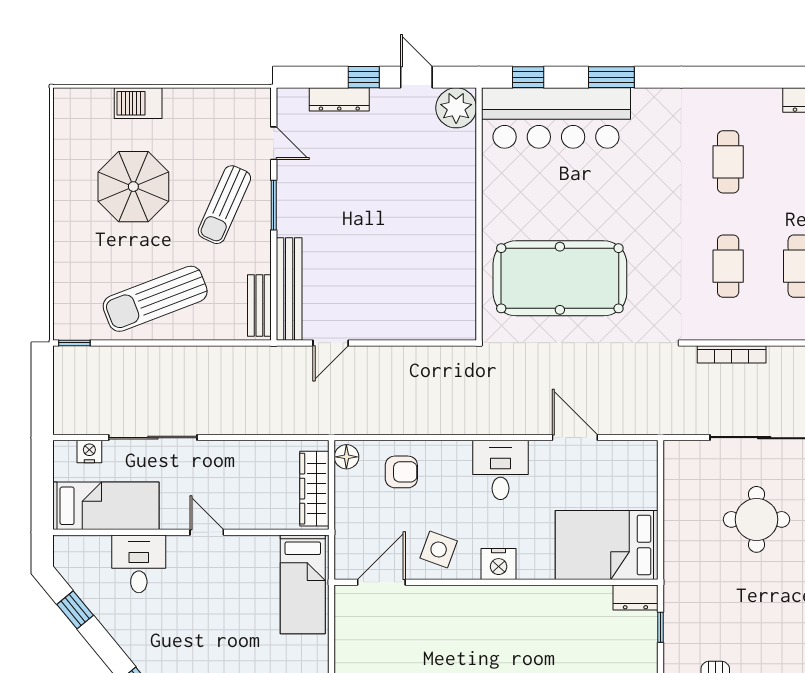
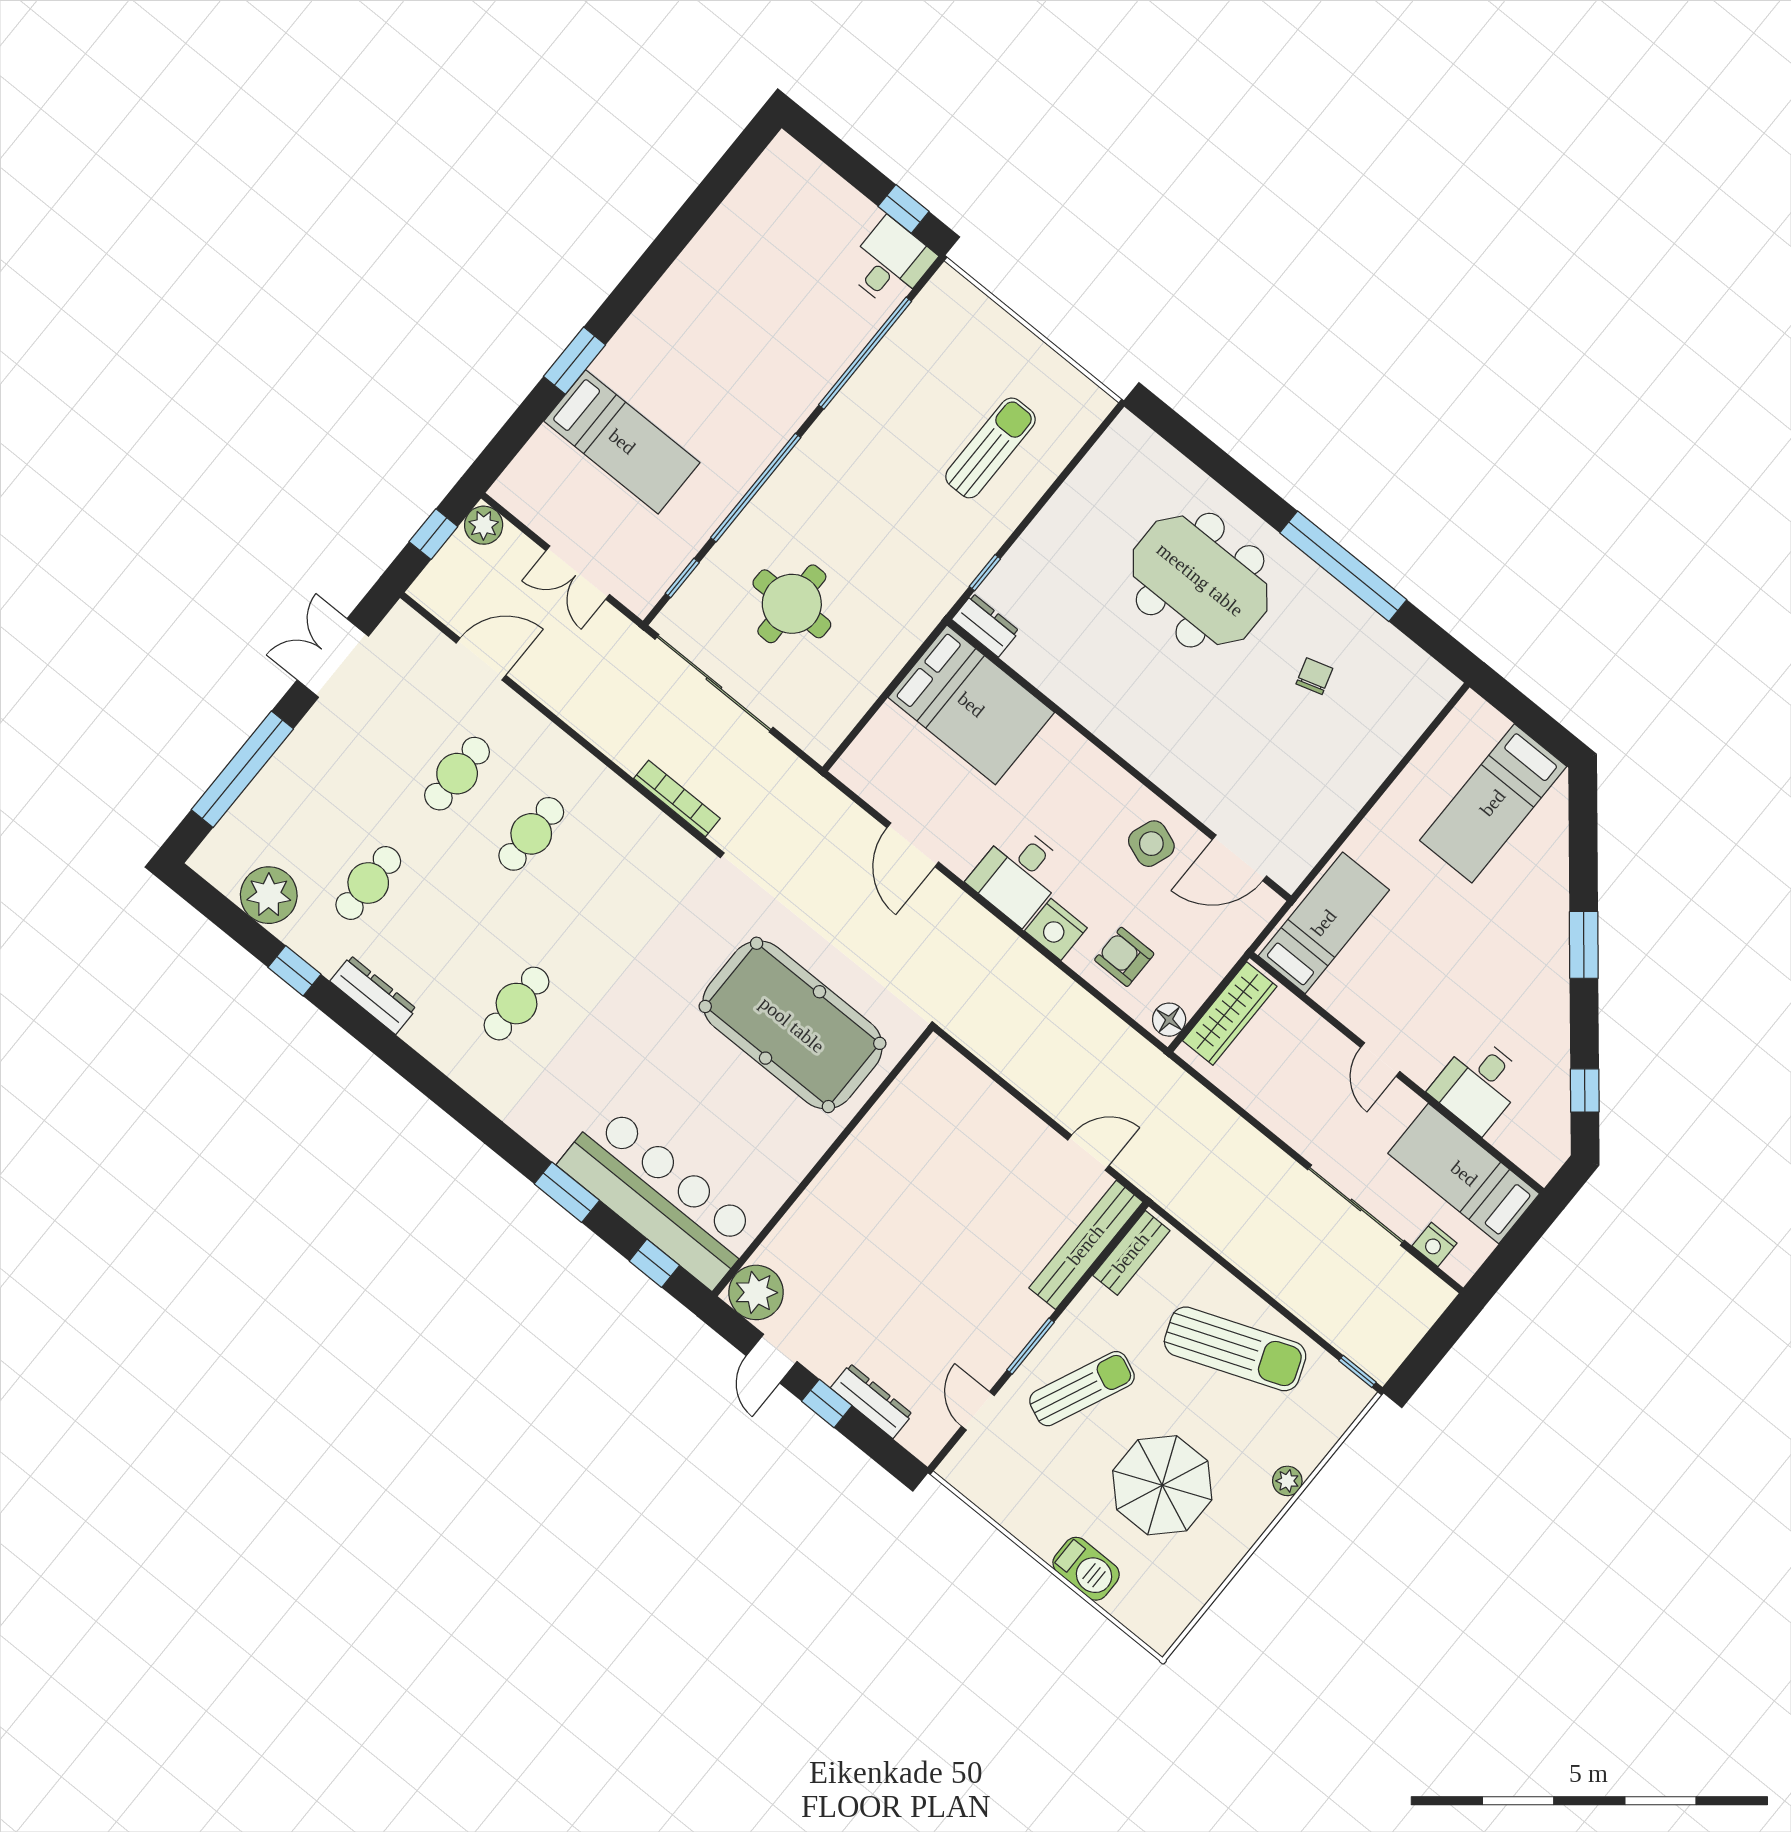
plant: (64, 247) -> (1287, 1481), added
cafe table: (728, 266) -> (605, 894), removed
nightstand: (499, 564) -> (1056, 929), moved, turned 180

